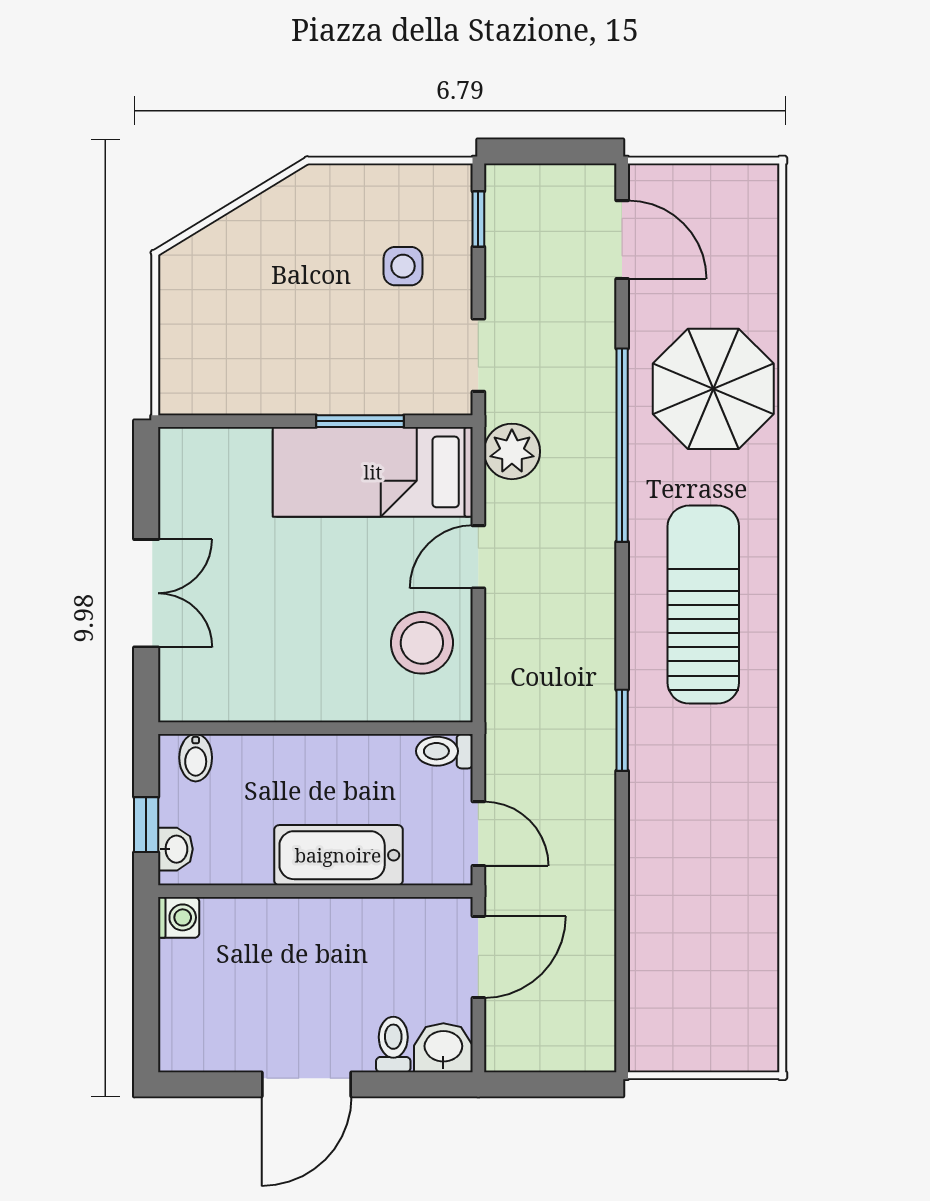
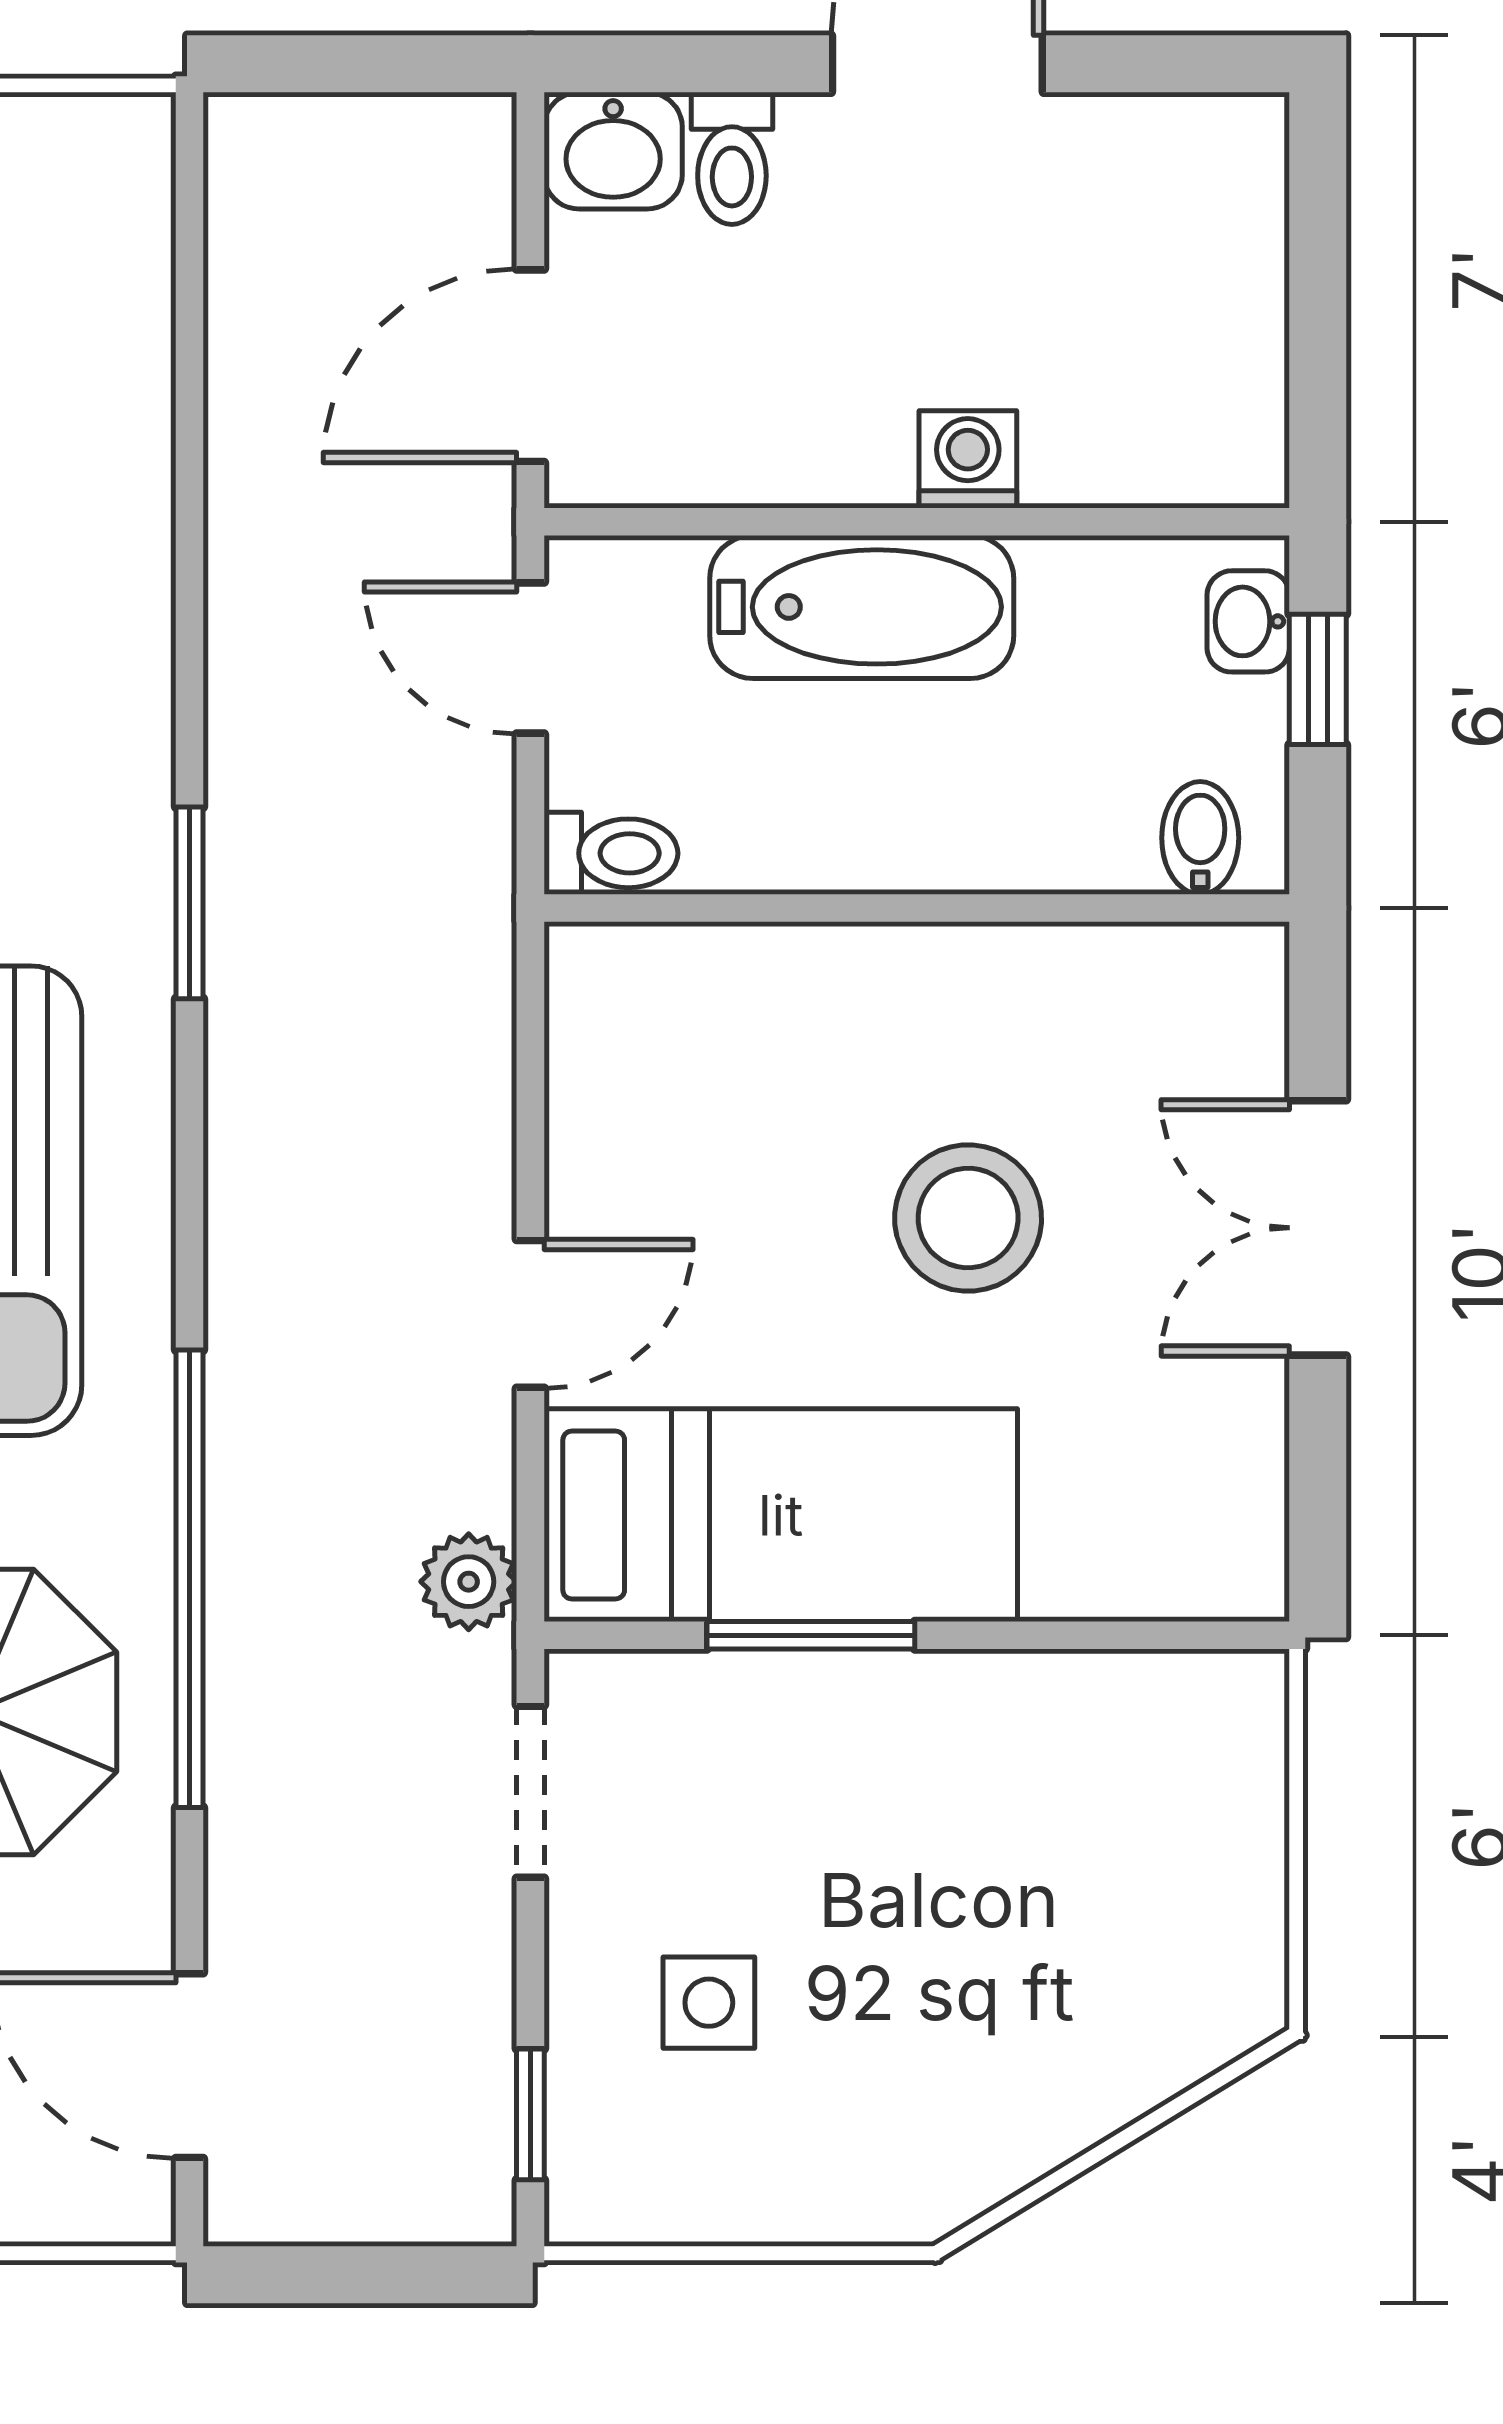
plant: (512, 451) -> (469, 1582), width x0.73, depth x0.73
stool: (422, 643) -> (968, 1218), moved
washing machine: (179, 917) -> (968, 459), moved, turned 90

